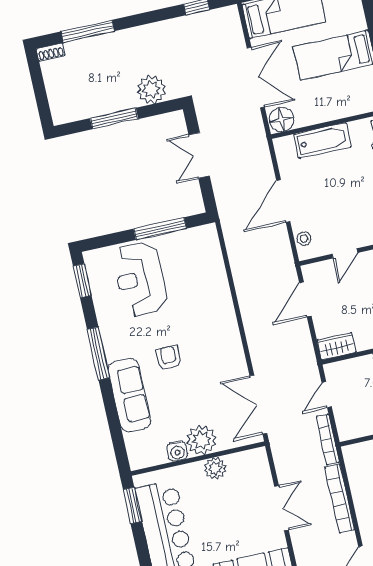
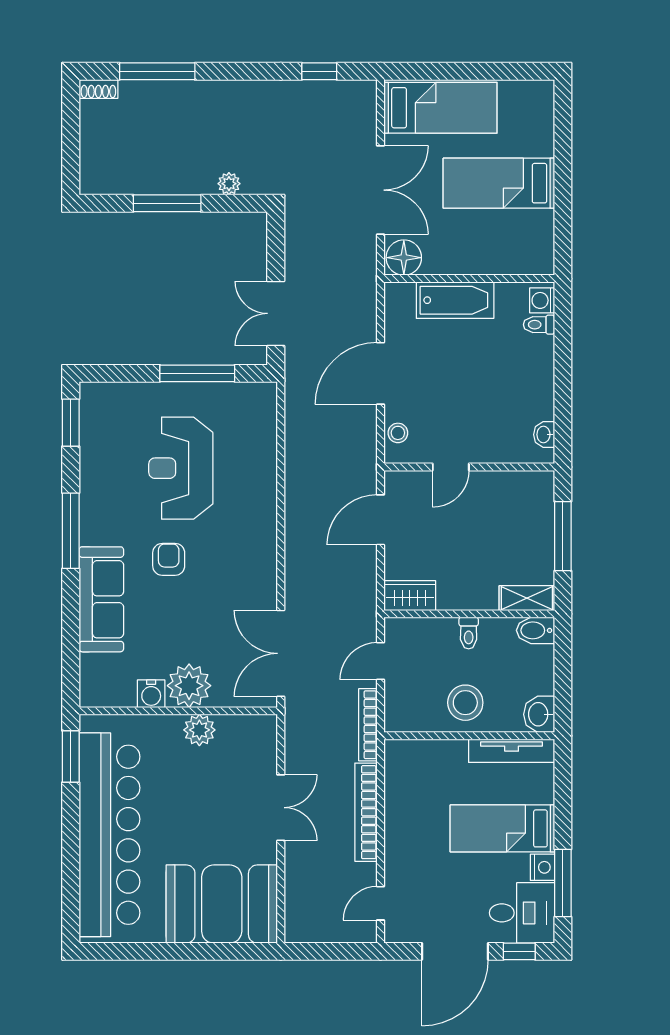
plant: (151, 89) -> (229, 184), width x0.53, depth x0.53
double door: (199, 155) -> (276, 313), moved
reception desk: (140, 279) -> (181, 468), moved

